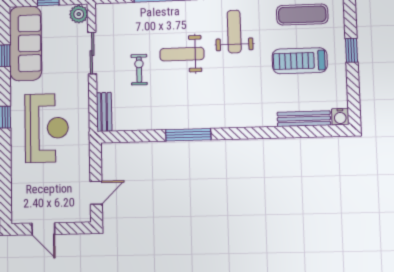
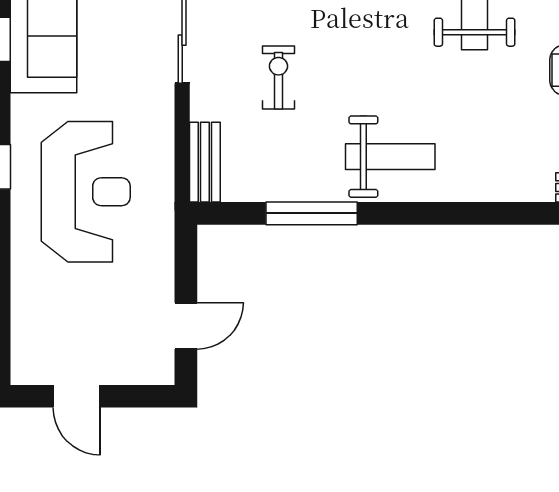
weight bench: (182, 54) -> (390, 157), moved, turned 180
window: (188, 135) -> (312, 213), moved

